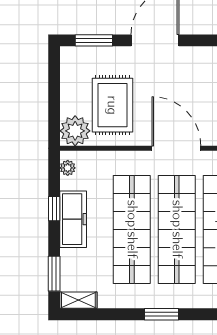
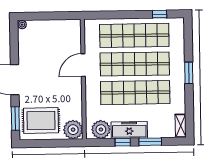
rug: (112, 105) -> (41, 121), moved
door: (176, 148) -> (83, 65), width x0.73
plant: (68, 168) -> (101, 130), width x1.87, depth x1.87
window: (54, 274) -> (150, 142), moved

